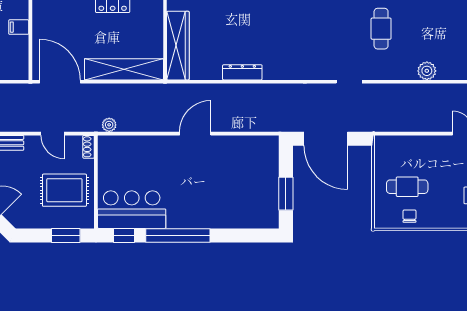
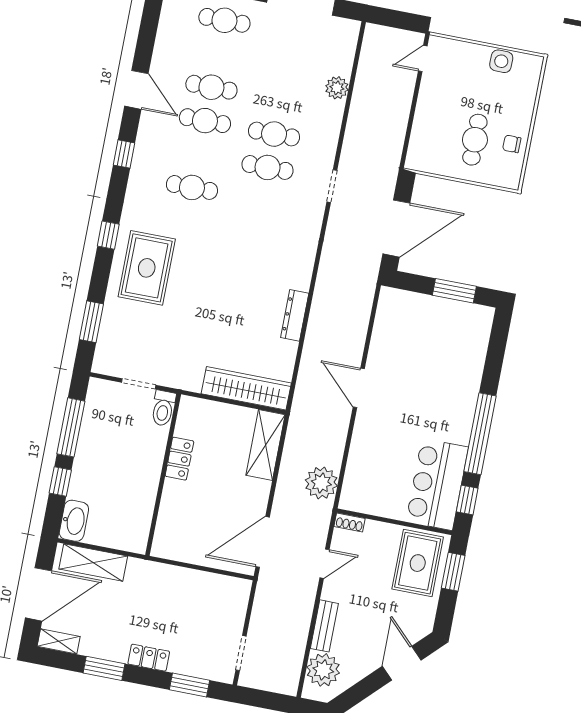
filing cabinet: (19, 27) -> (185, 580), removed
cafe table: (354, 29) -> (268, 167), added
shelving: (124, 69) -> (266, 445), width x0.68
plant: (109, 125) -> (321, 483), width x1.87, depth x1.87
rug: (64, 190) -> (418, 563), moved

